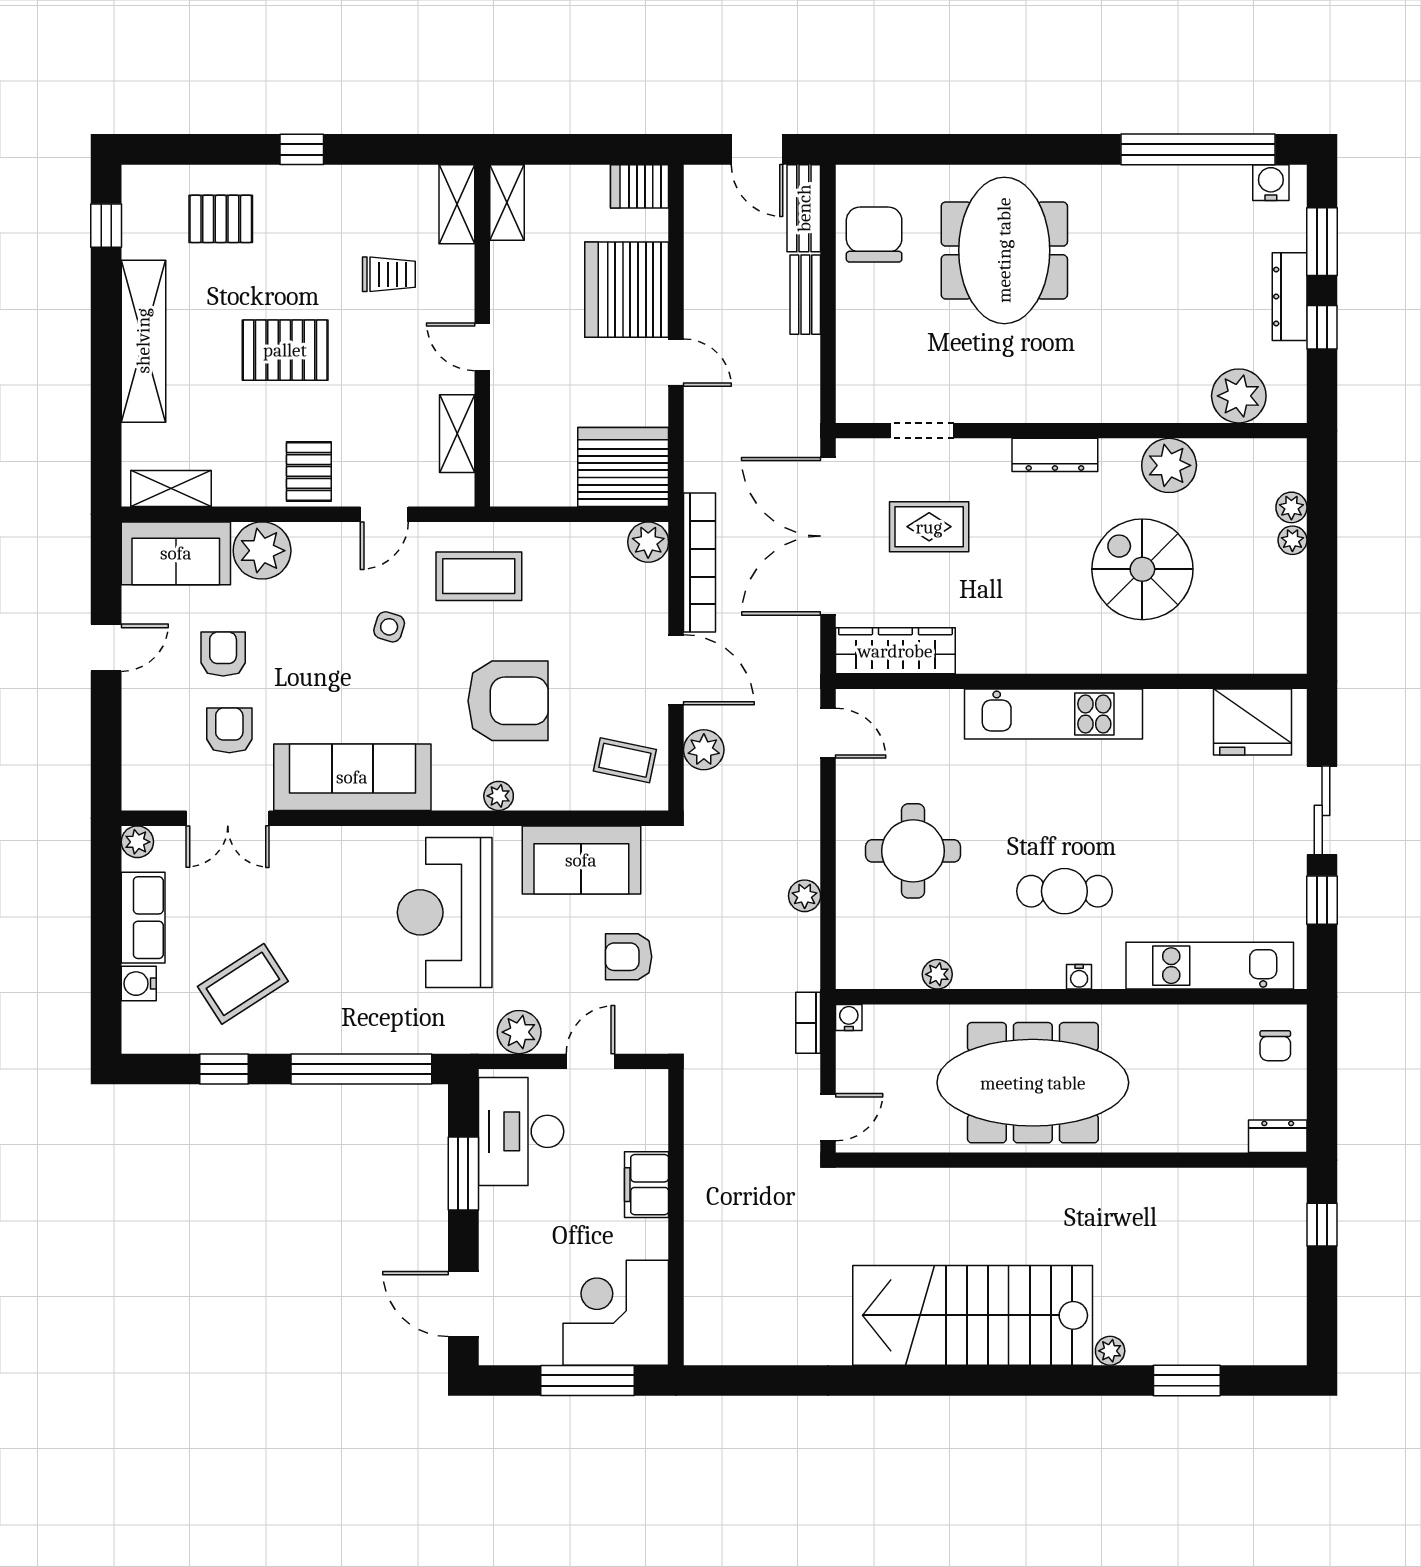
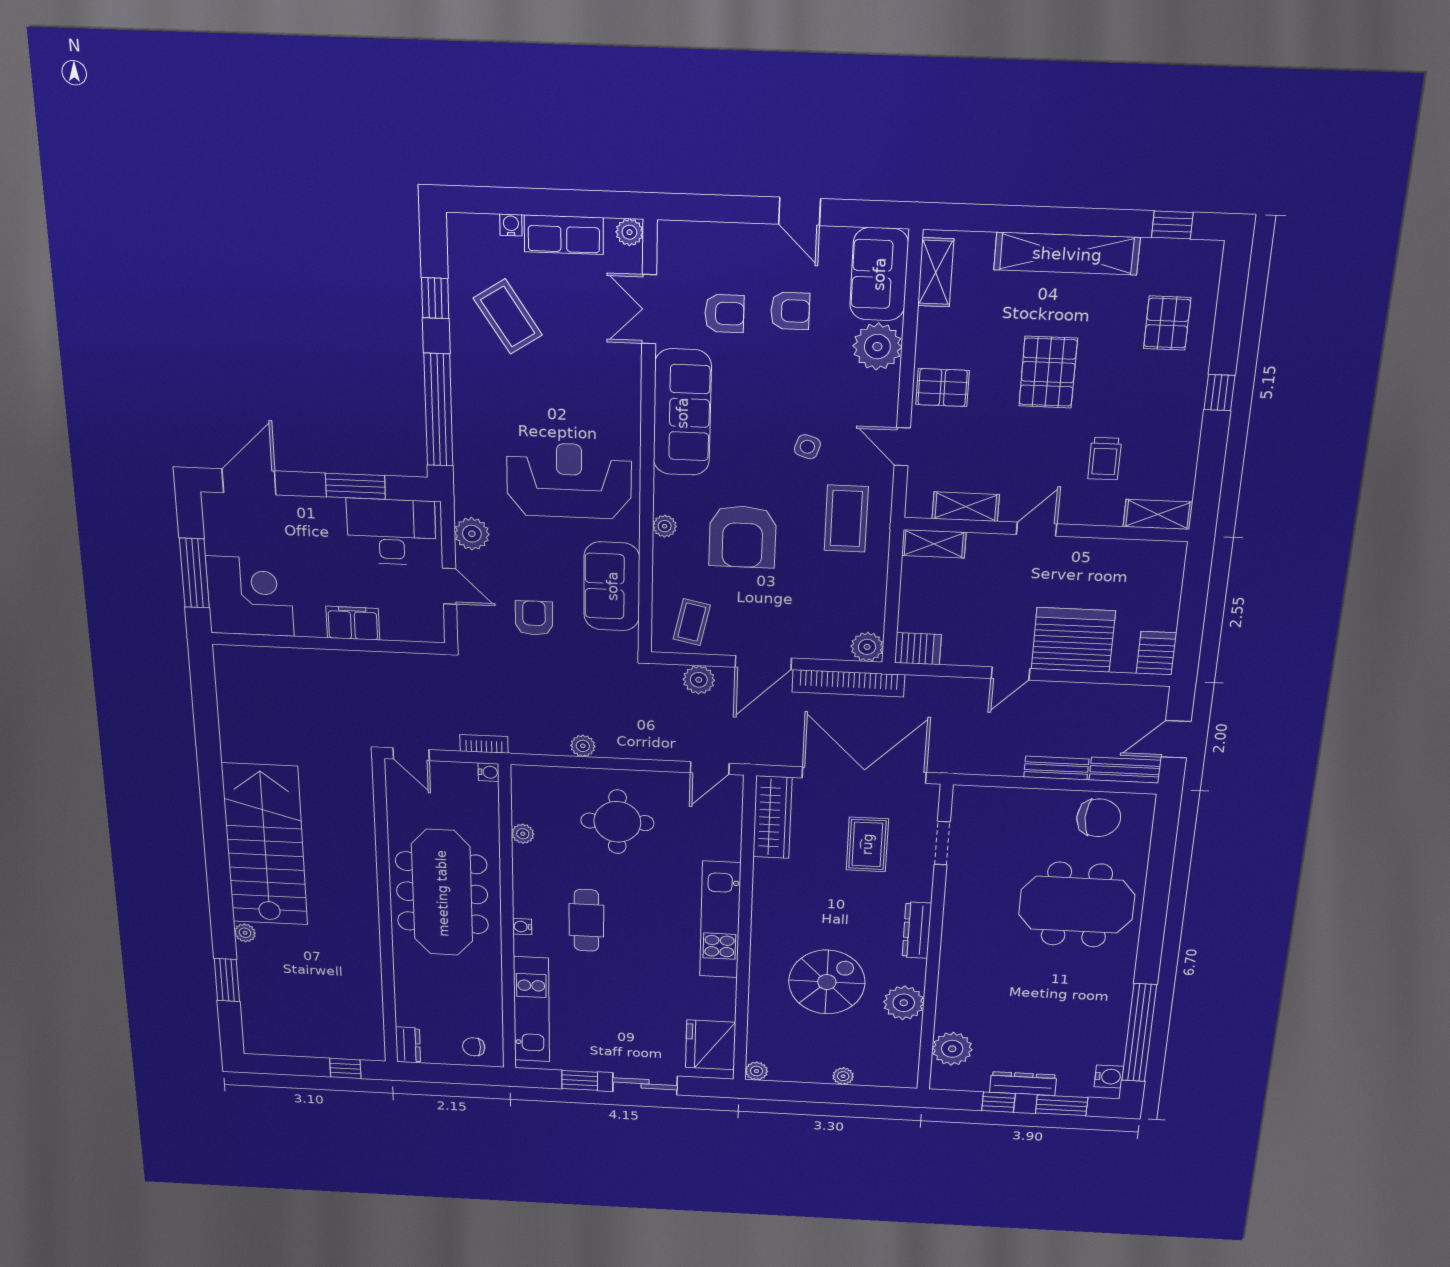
shelving: (507, 203) -> (934, 544), moved
server rack: (623, 467) -> (918, 649), width x0.46, depth x0.70
plant: (1291, 507) -> (756, 1071), moved
water cooler: (139, 984) -> (511, 225), width x0.72, depth x0.72

